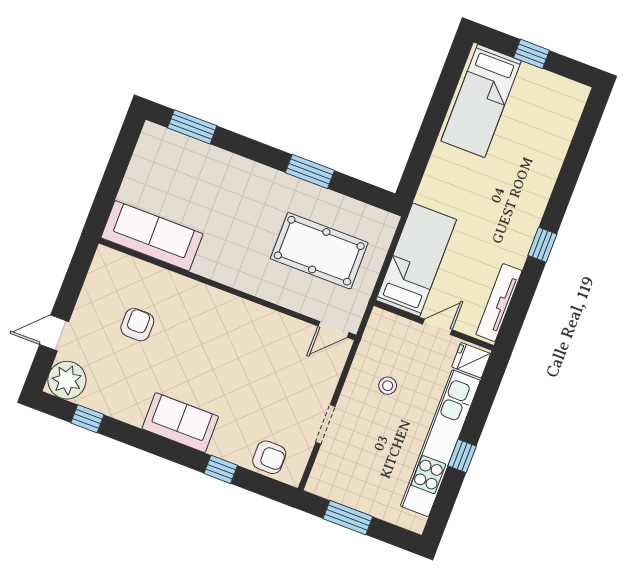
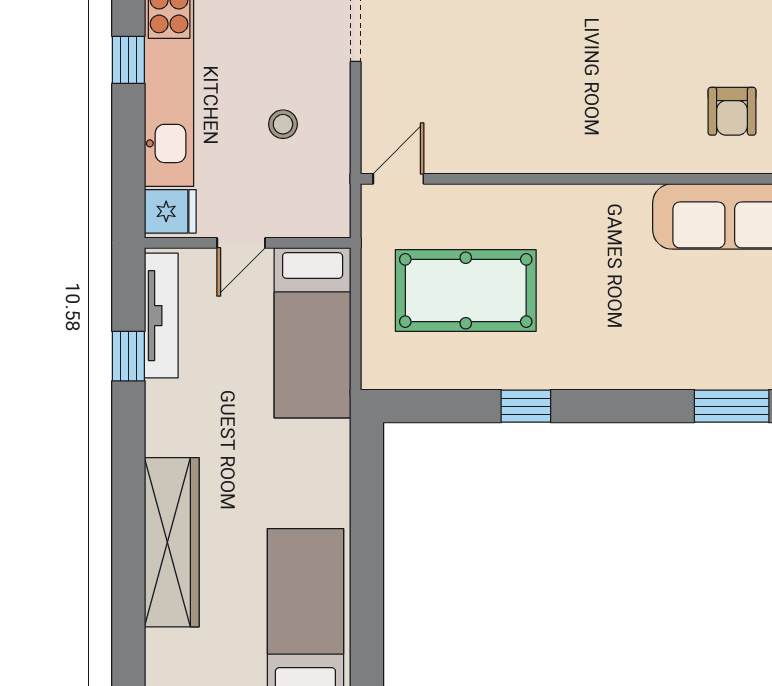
wardrobe: (542, 171) -> (172, 542), added
window: (310, 172) -> (526, 406), width x0.67
window: (542, 245) -> (128, 356), moved
armchair: (137, 325) -> (732, 111), moved

